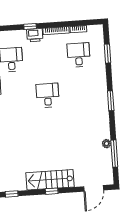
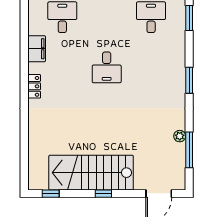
desk: (48, 95) -> (107, 67), turned 180
stairs: (50, 180) -> (91, 173), width x1.36, depth x1.51

